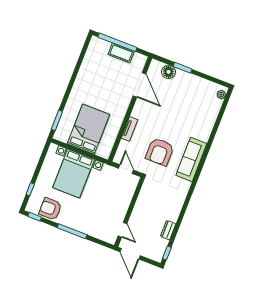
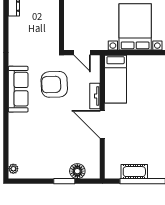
door: (139, 85) -> (102, 124), moved
bed: (88, 129) -> (116, 79), moved, width x0.67
armchair: (160, 152) -> (54, 84), turned -92

